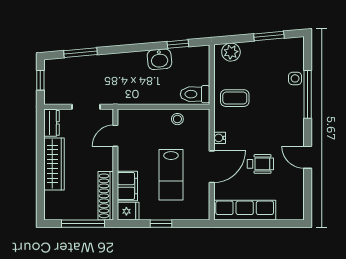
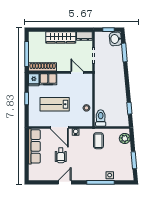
washbasin: (159, 59) -> (115, 39), moved

